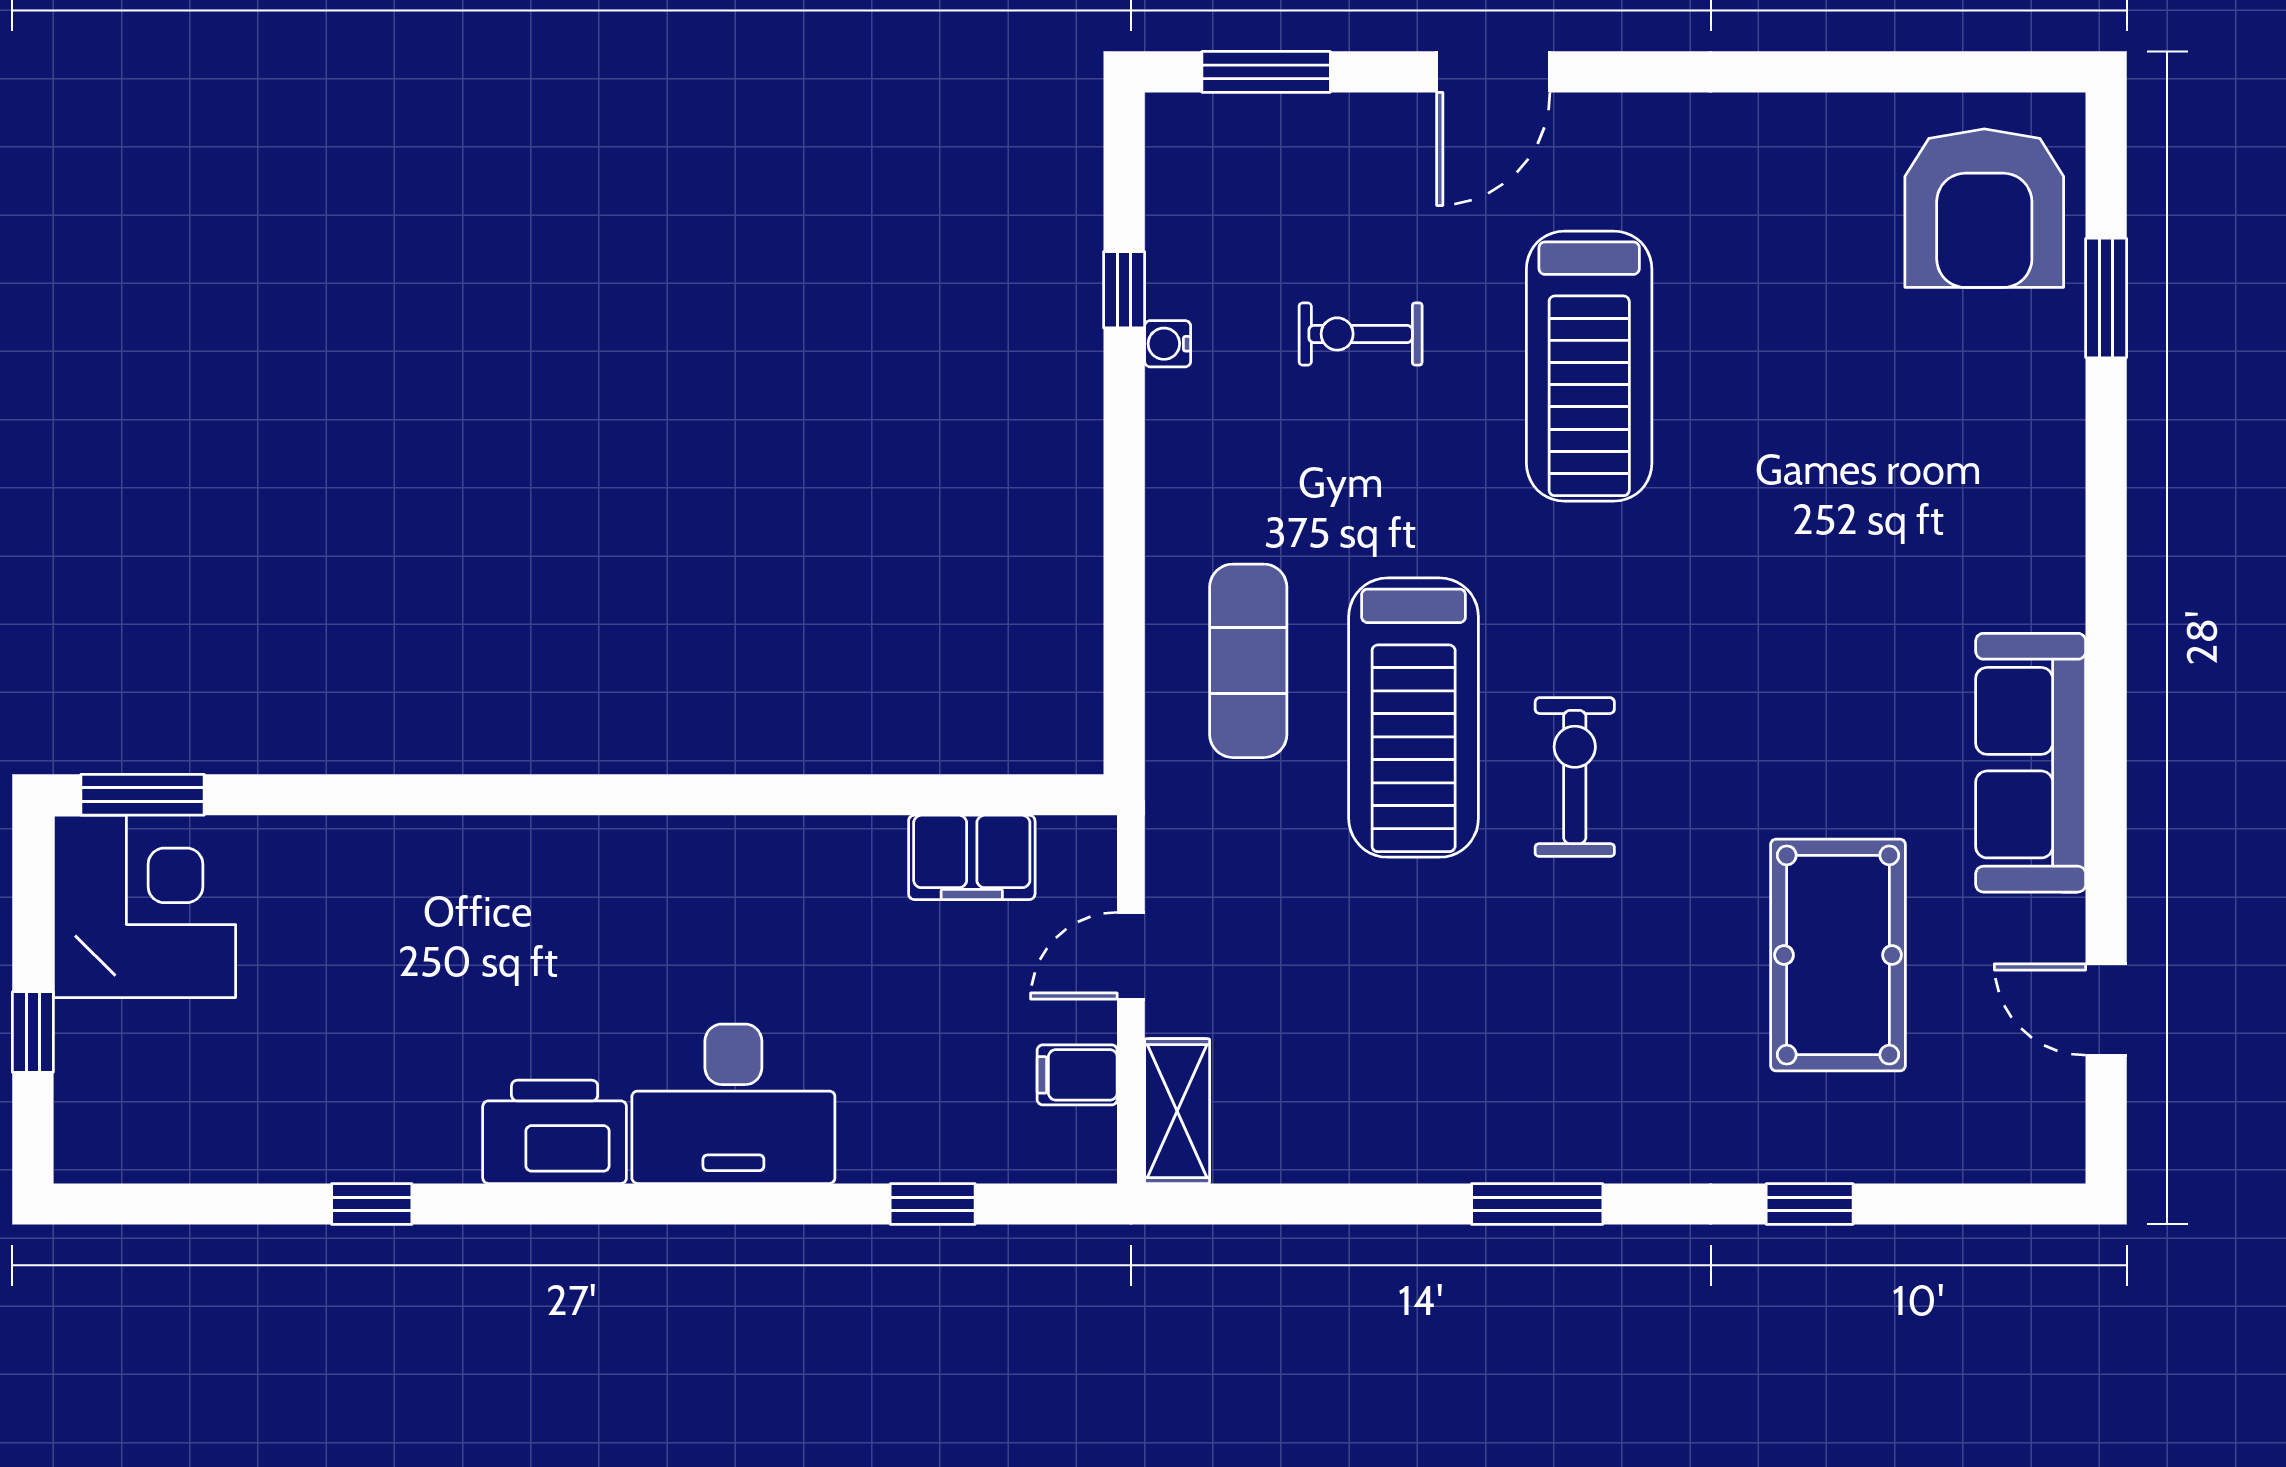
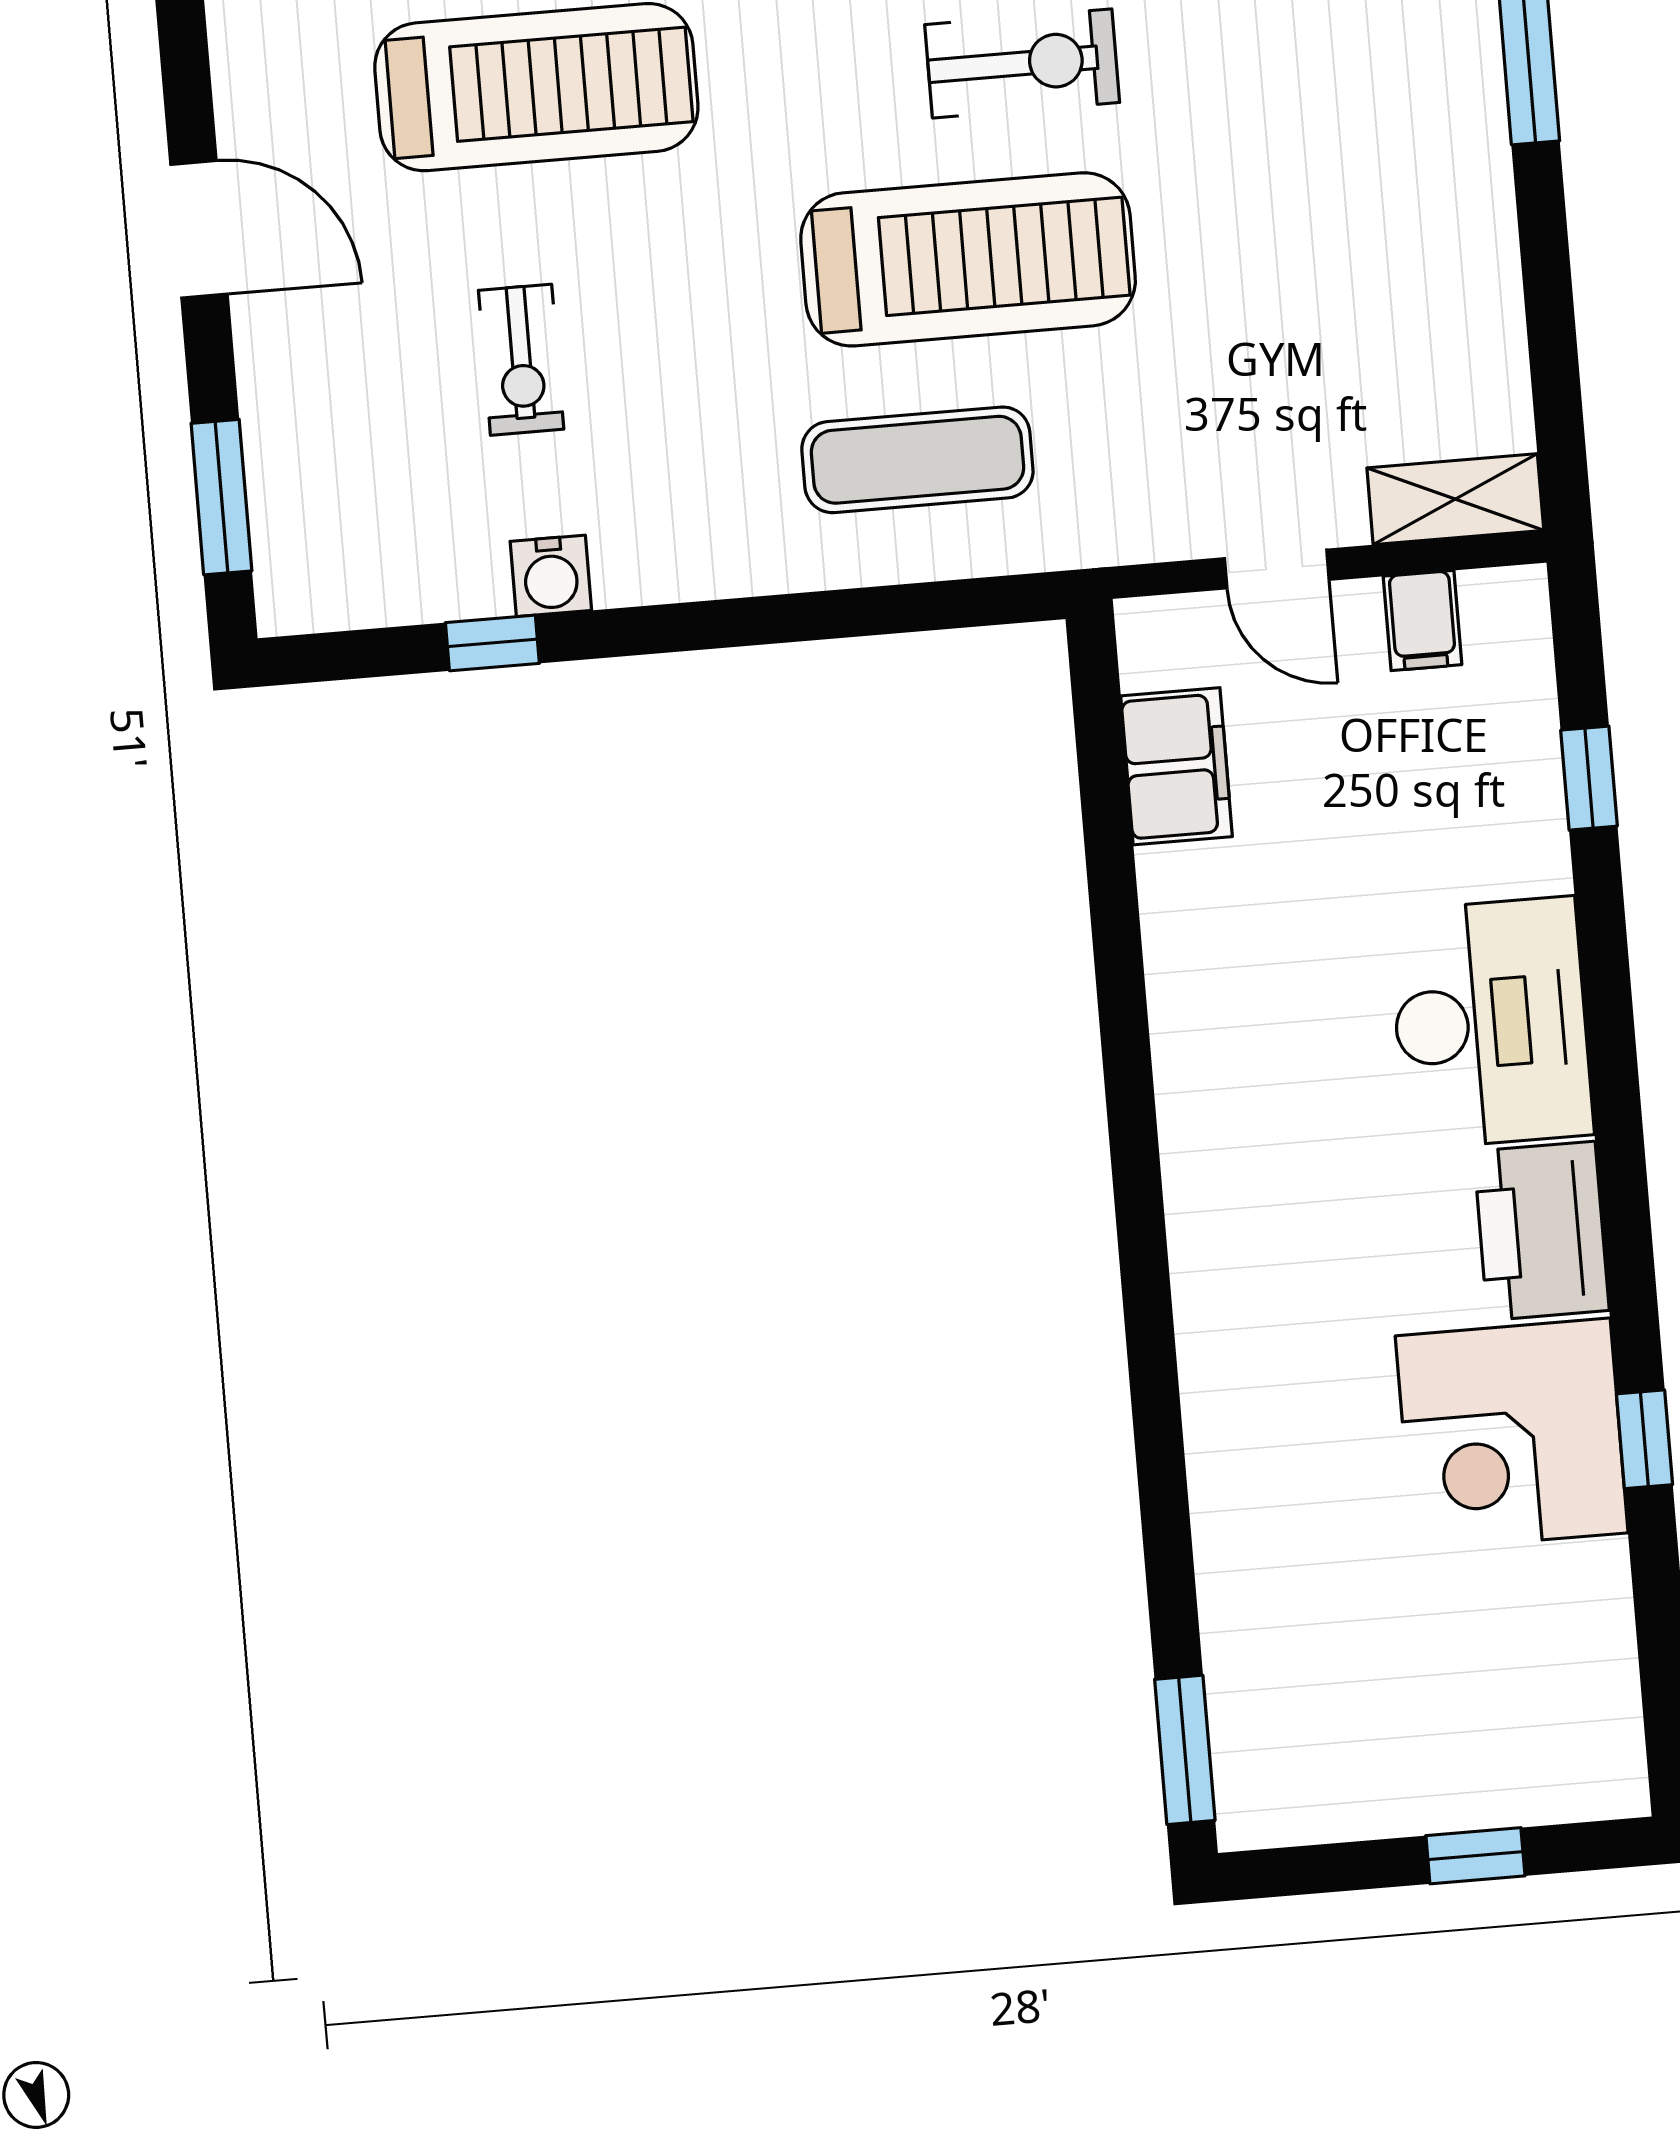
water cooler: (1168, 344) -> (551, 576), width x1.38, depth x1.38
exercise bike: (1575, 777) -> (1022, 63), turned 180
corner desk: (144, 906) -> (1512, 1434), moved, turned -90

